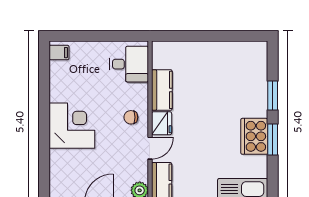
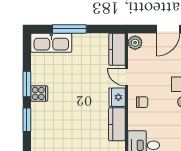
cooker: (254, 136) -> (39, 93), width x0.53, depth x0.76
door: (150, 148) -> (127, 77), hinge flipped

